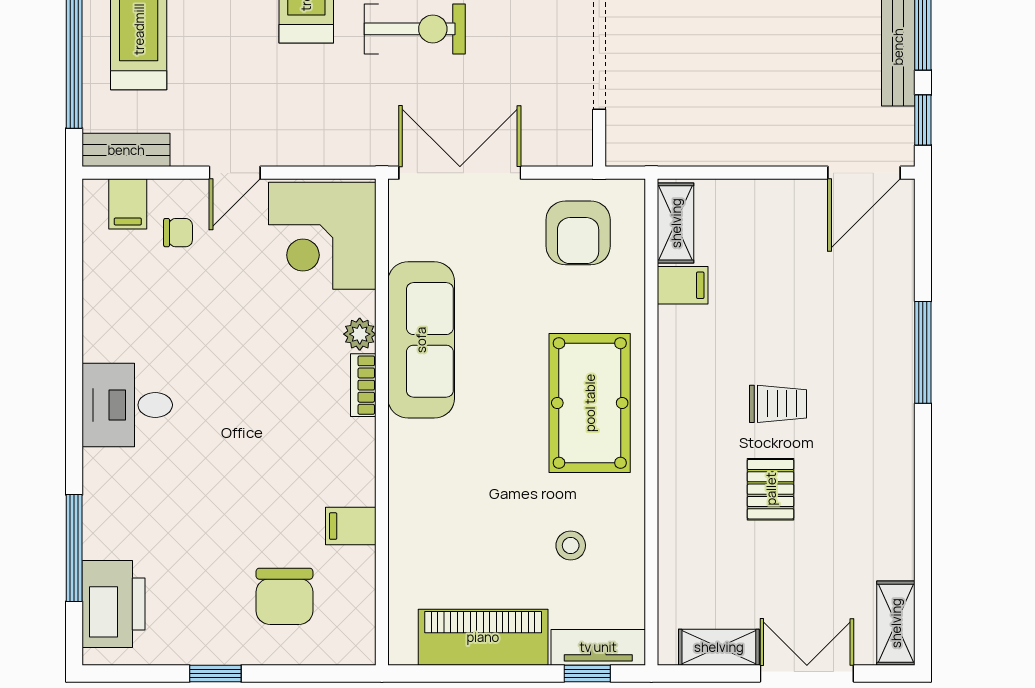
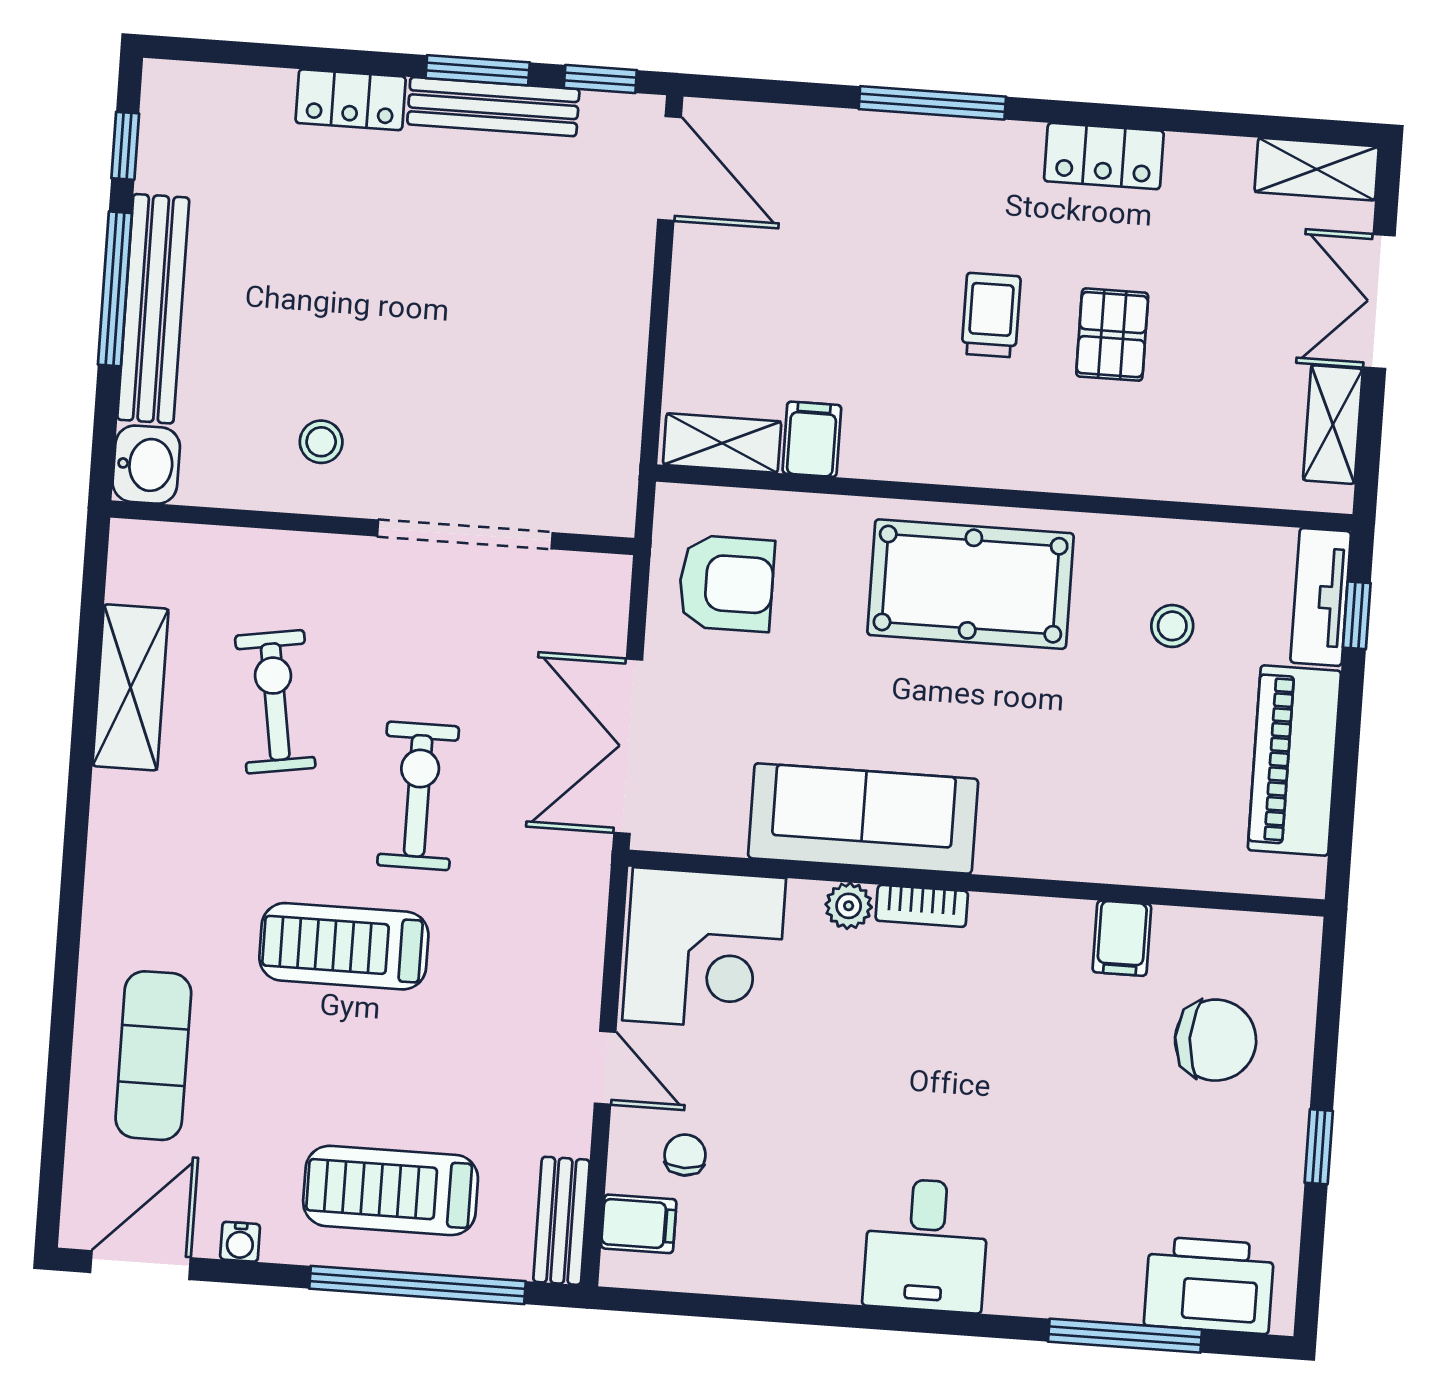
locker: (894, 474) -> (1104, 156), added
pallet: (771, 489) -> (1112, 335), turned 90

